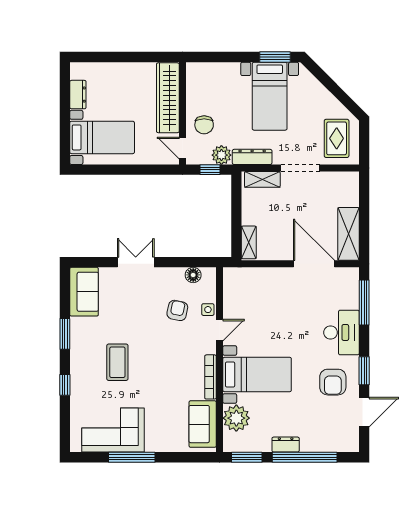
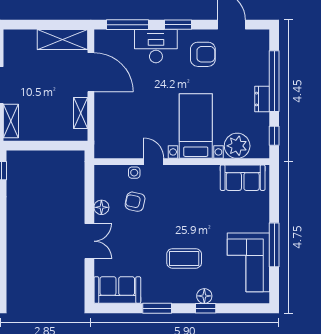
shelving: (249, 242) -> (81, 113), moved, turned 90
double door: (136, 262) -> (89, 241), swing flipped
door: (314, 264) -> (91, 72), swing flipped
floor lamp: (193, 275) -> (101, 207), moved
window: (364, 371) -> (178, 25), moved
bookcase: (210, 377) -> (198, 170), removed
floor lamp: (78, 384) -> (204, 296), added
window: (247, 457) -> (274, 136), width x0.67

